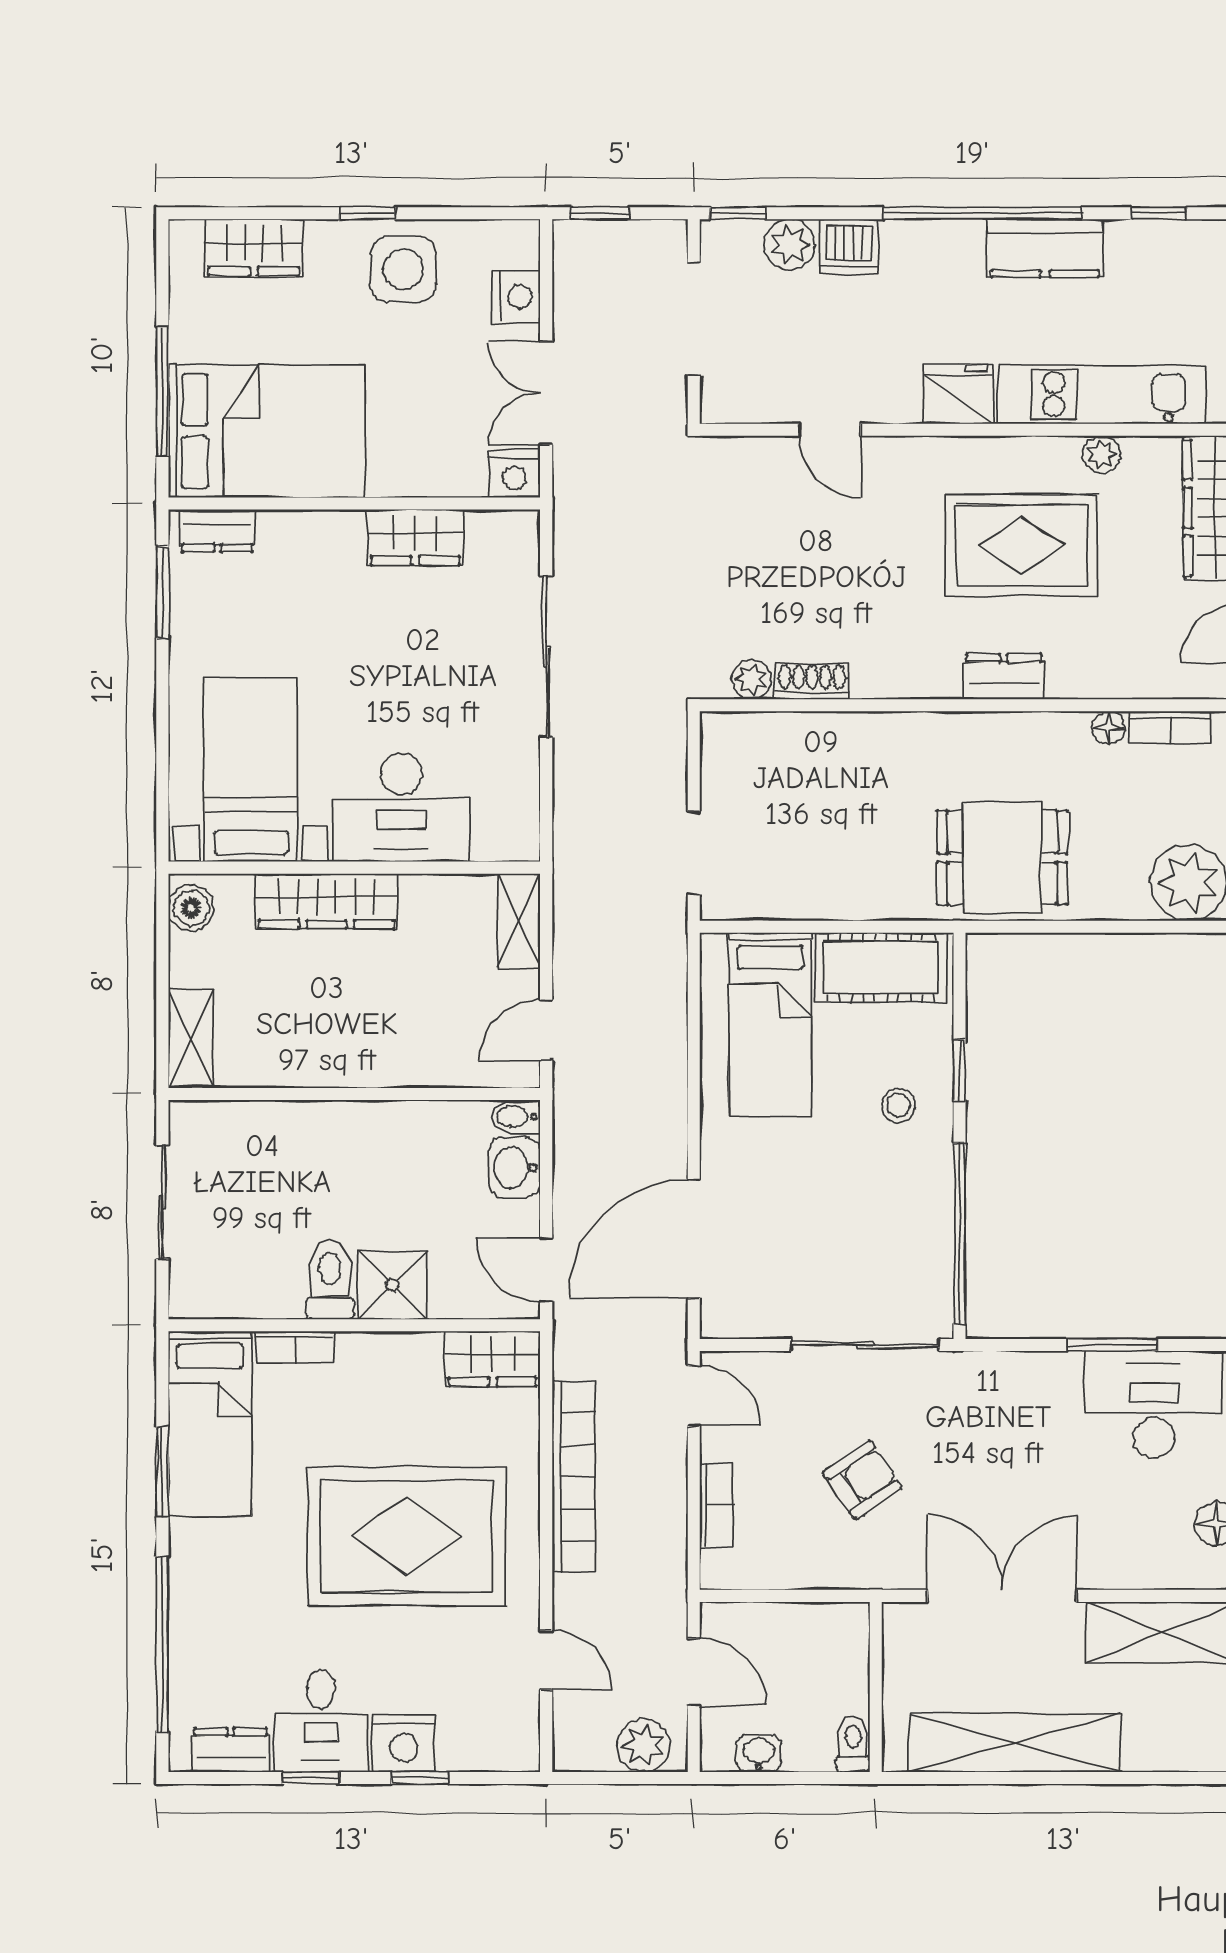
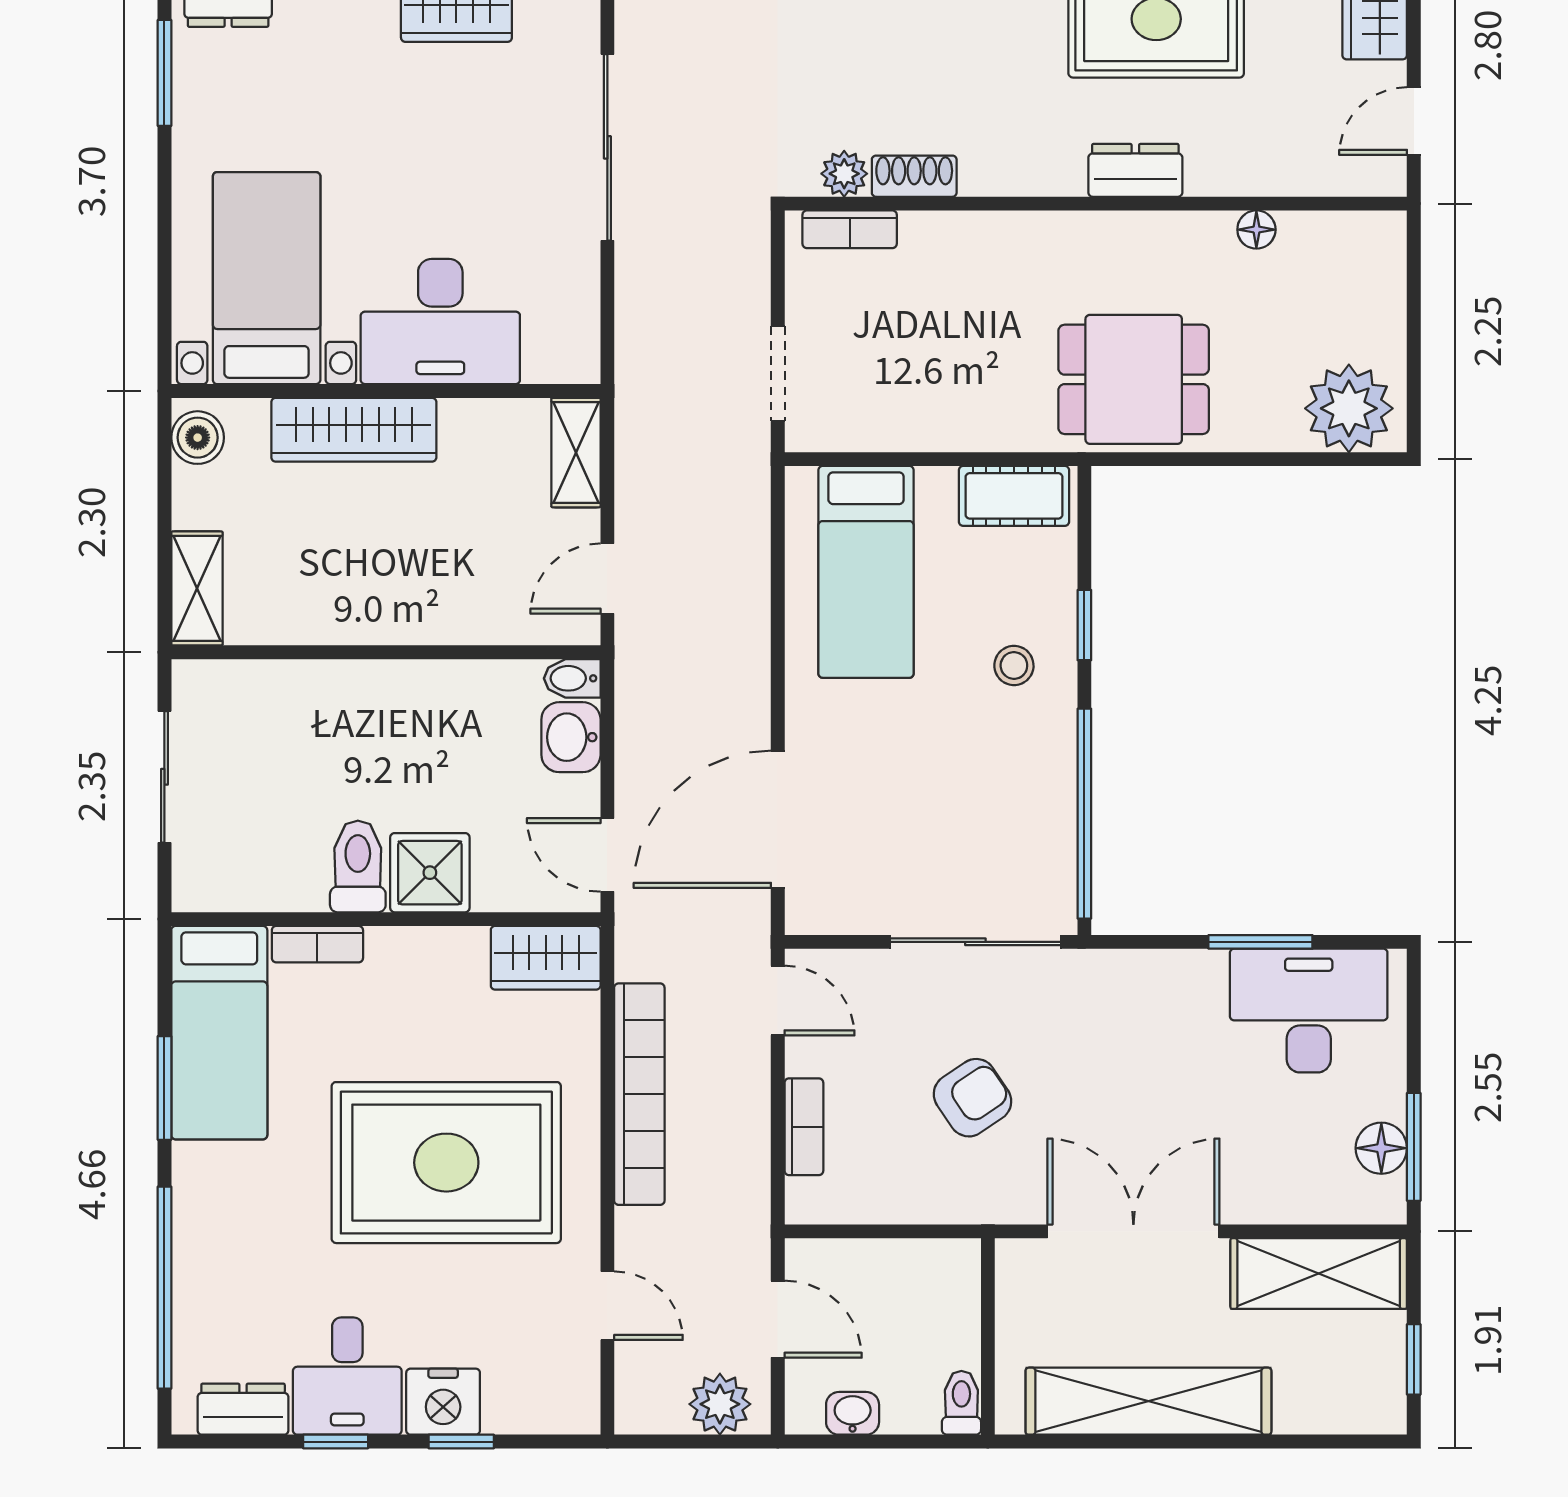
bookcase: (1170, 727) -> (850, 229), moved
cot: (881, 967) -> (1014, 496), width x0.73, depth x0.75

